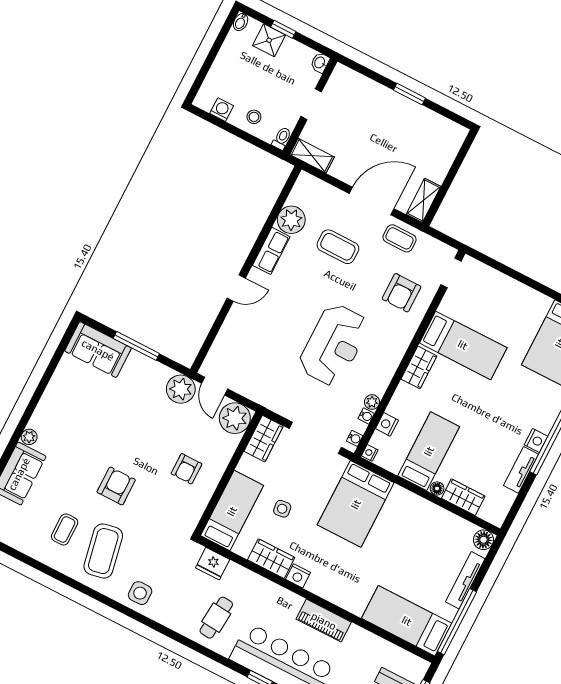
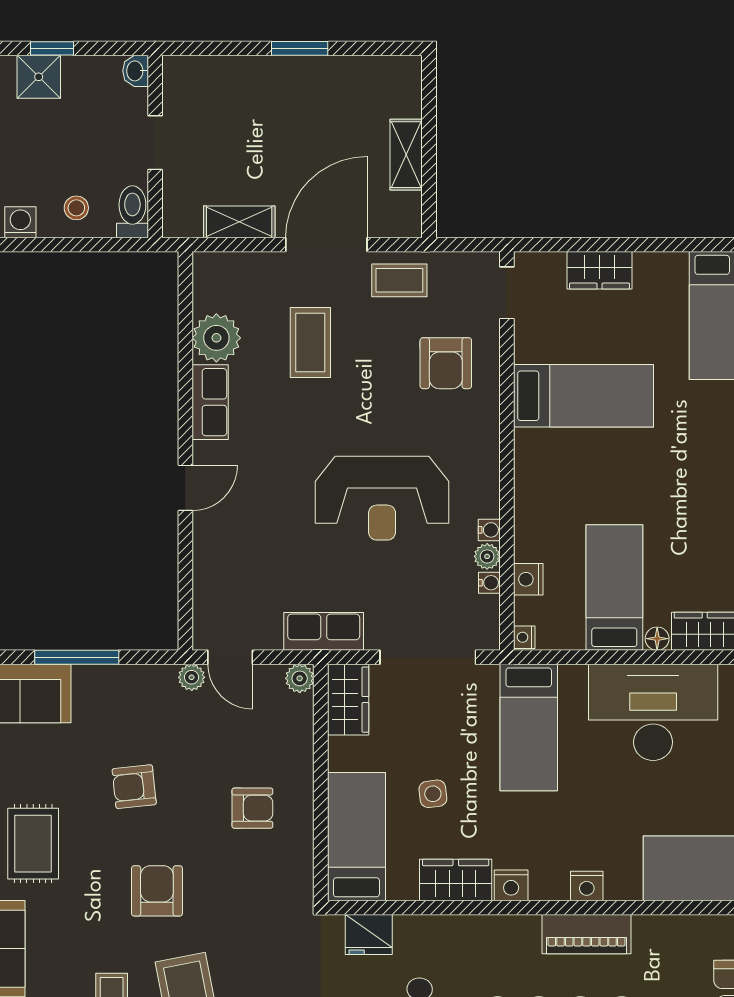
toilet: (282, 138) -> (132, 212), width x1.37, depth x1.39
shelving: (312, 156) -> (239, 222), moved
shelving: (423, 200) -> (406, 155), moved
coffee table: (338, 247) -> (310, 343), turned 90
reception desk: (334, 345) -> (382, 498), turned 90
wardrobe: (419, 367) -> (600, 270), moved, turned 90
plant: (181, 389) -> (192, 677), width x0.53, depth x0.53
row of seats: (269, 397) -> (324, 631), added
plant: (235, 418) -> (300, 678), width x0.53, depth x0.53
armchair: (132, 427) -> (134, 787), added
rug: (65, 429) -> (33, 844), added
water cooler: (355, 438) -> (489, 530), moved
armchair: (186, 469) -> (252, 808), turned -90
bed: (356, 504) -> (529, 727), width x0.67
desk: (416, 525) -> (653, 712), added
nightstand: (336, 596) -> (587, 886), added

